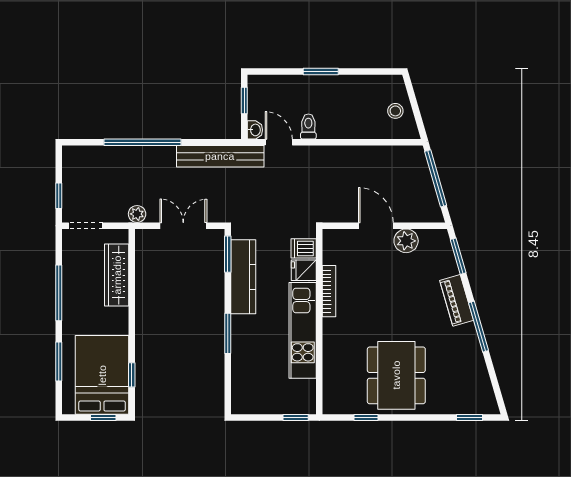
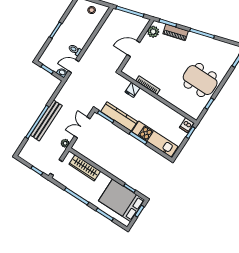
bench: (220, 156) -> (46, 120), moved
plant: (406, 241) -> (153, 32), moved
dishwasher: (304, 248) -> (187, 125), moved
piano: (457, 300) -> (176, 32), moved
kitchen unit: (303, 330) -> (155, 139), moved, turned 180

